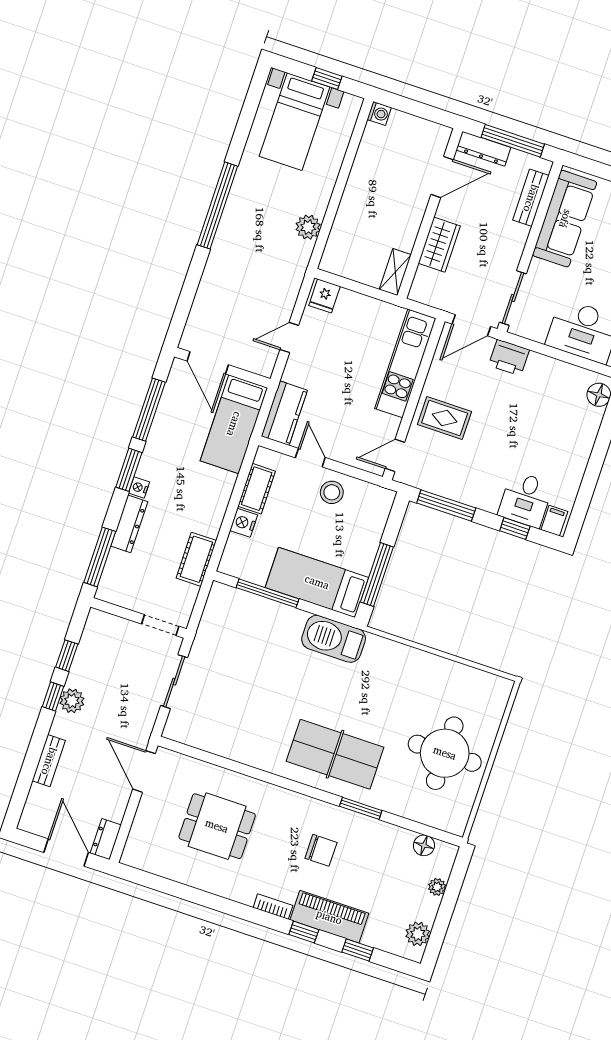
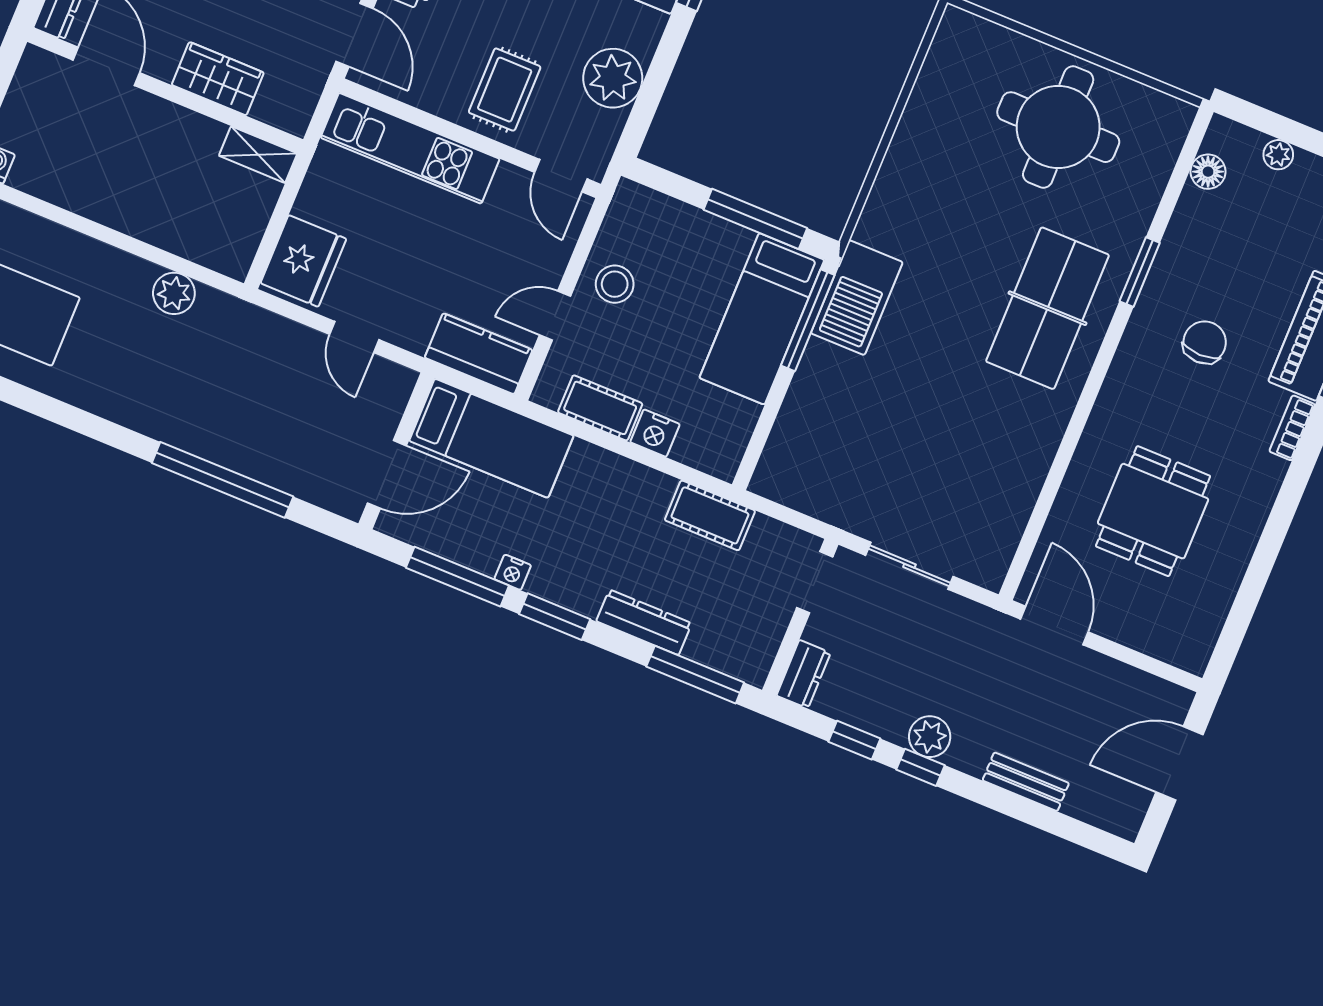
window: (217, 205) -> (223, 480), moved
fridge: (325, 296) -> (303, 261), width x1.88, depth x1.34
plant: (456, 483) -> (613, 78), added
nightstand: (139, 488) -> (513, 572), moved
window: (446, 506) -> (649, 97), removed
window: (267, 593) -> (808, 320), moved
door: (144, 771) -> (1054, 626), swing flipped
dresser: (106, 839) -> (804, 674), moved, turned -90

